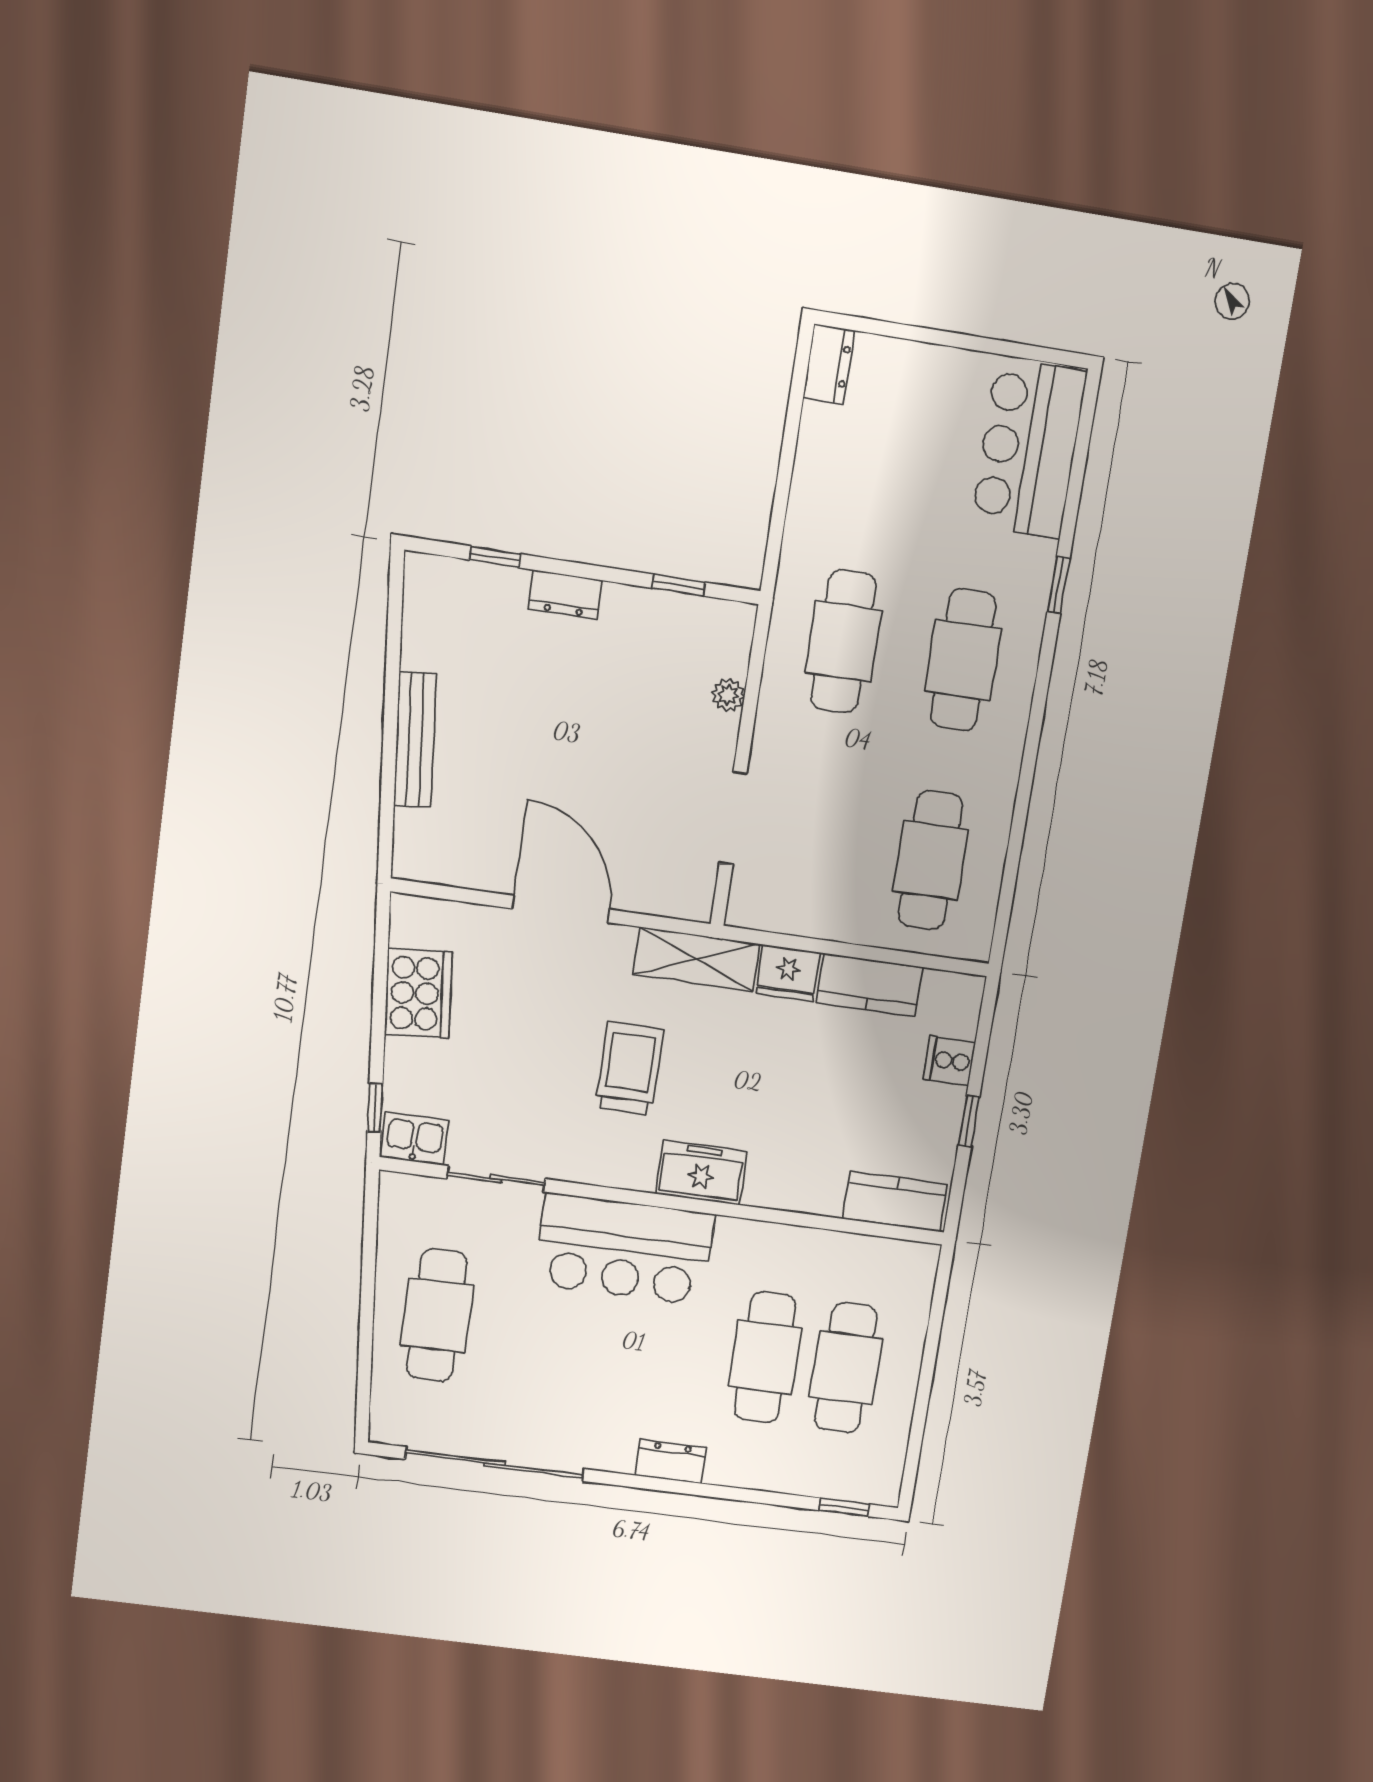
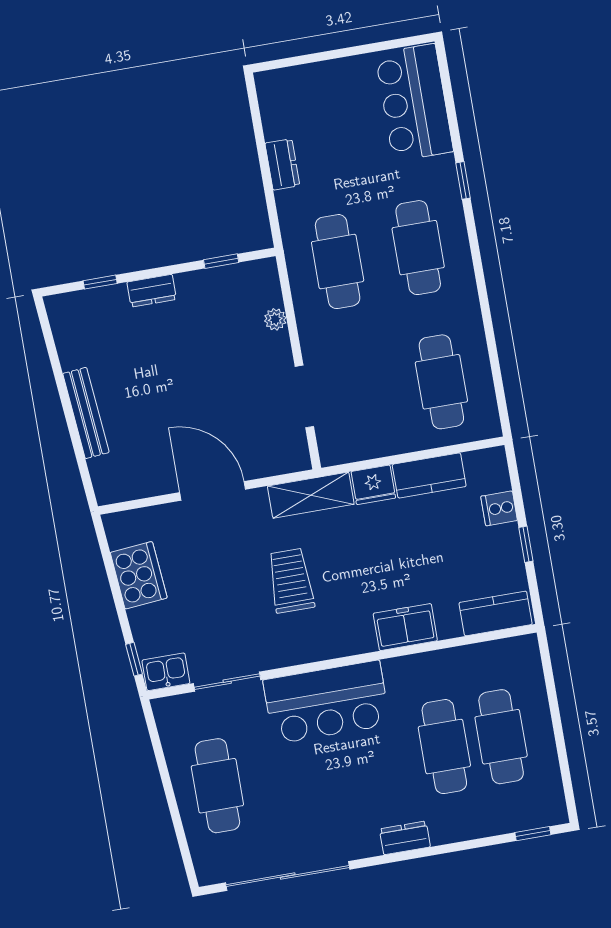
dresser: (829, 364) -> (282, 164), moved
freezer: (701, 1173) -> (405, 627), moved

